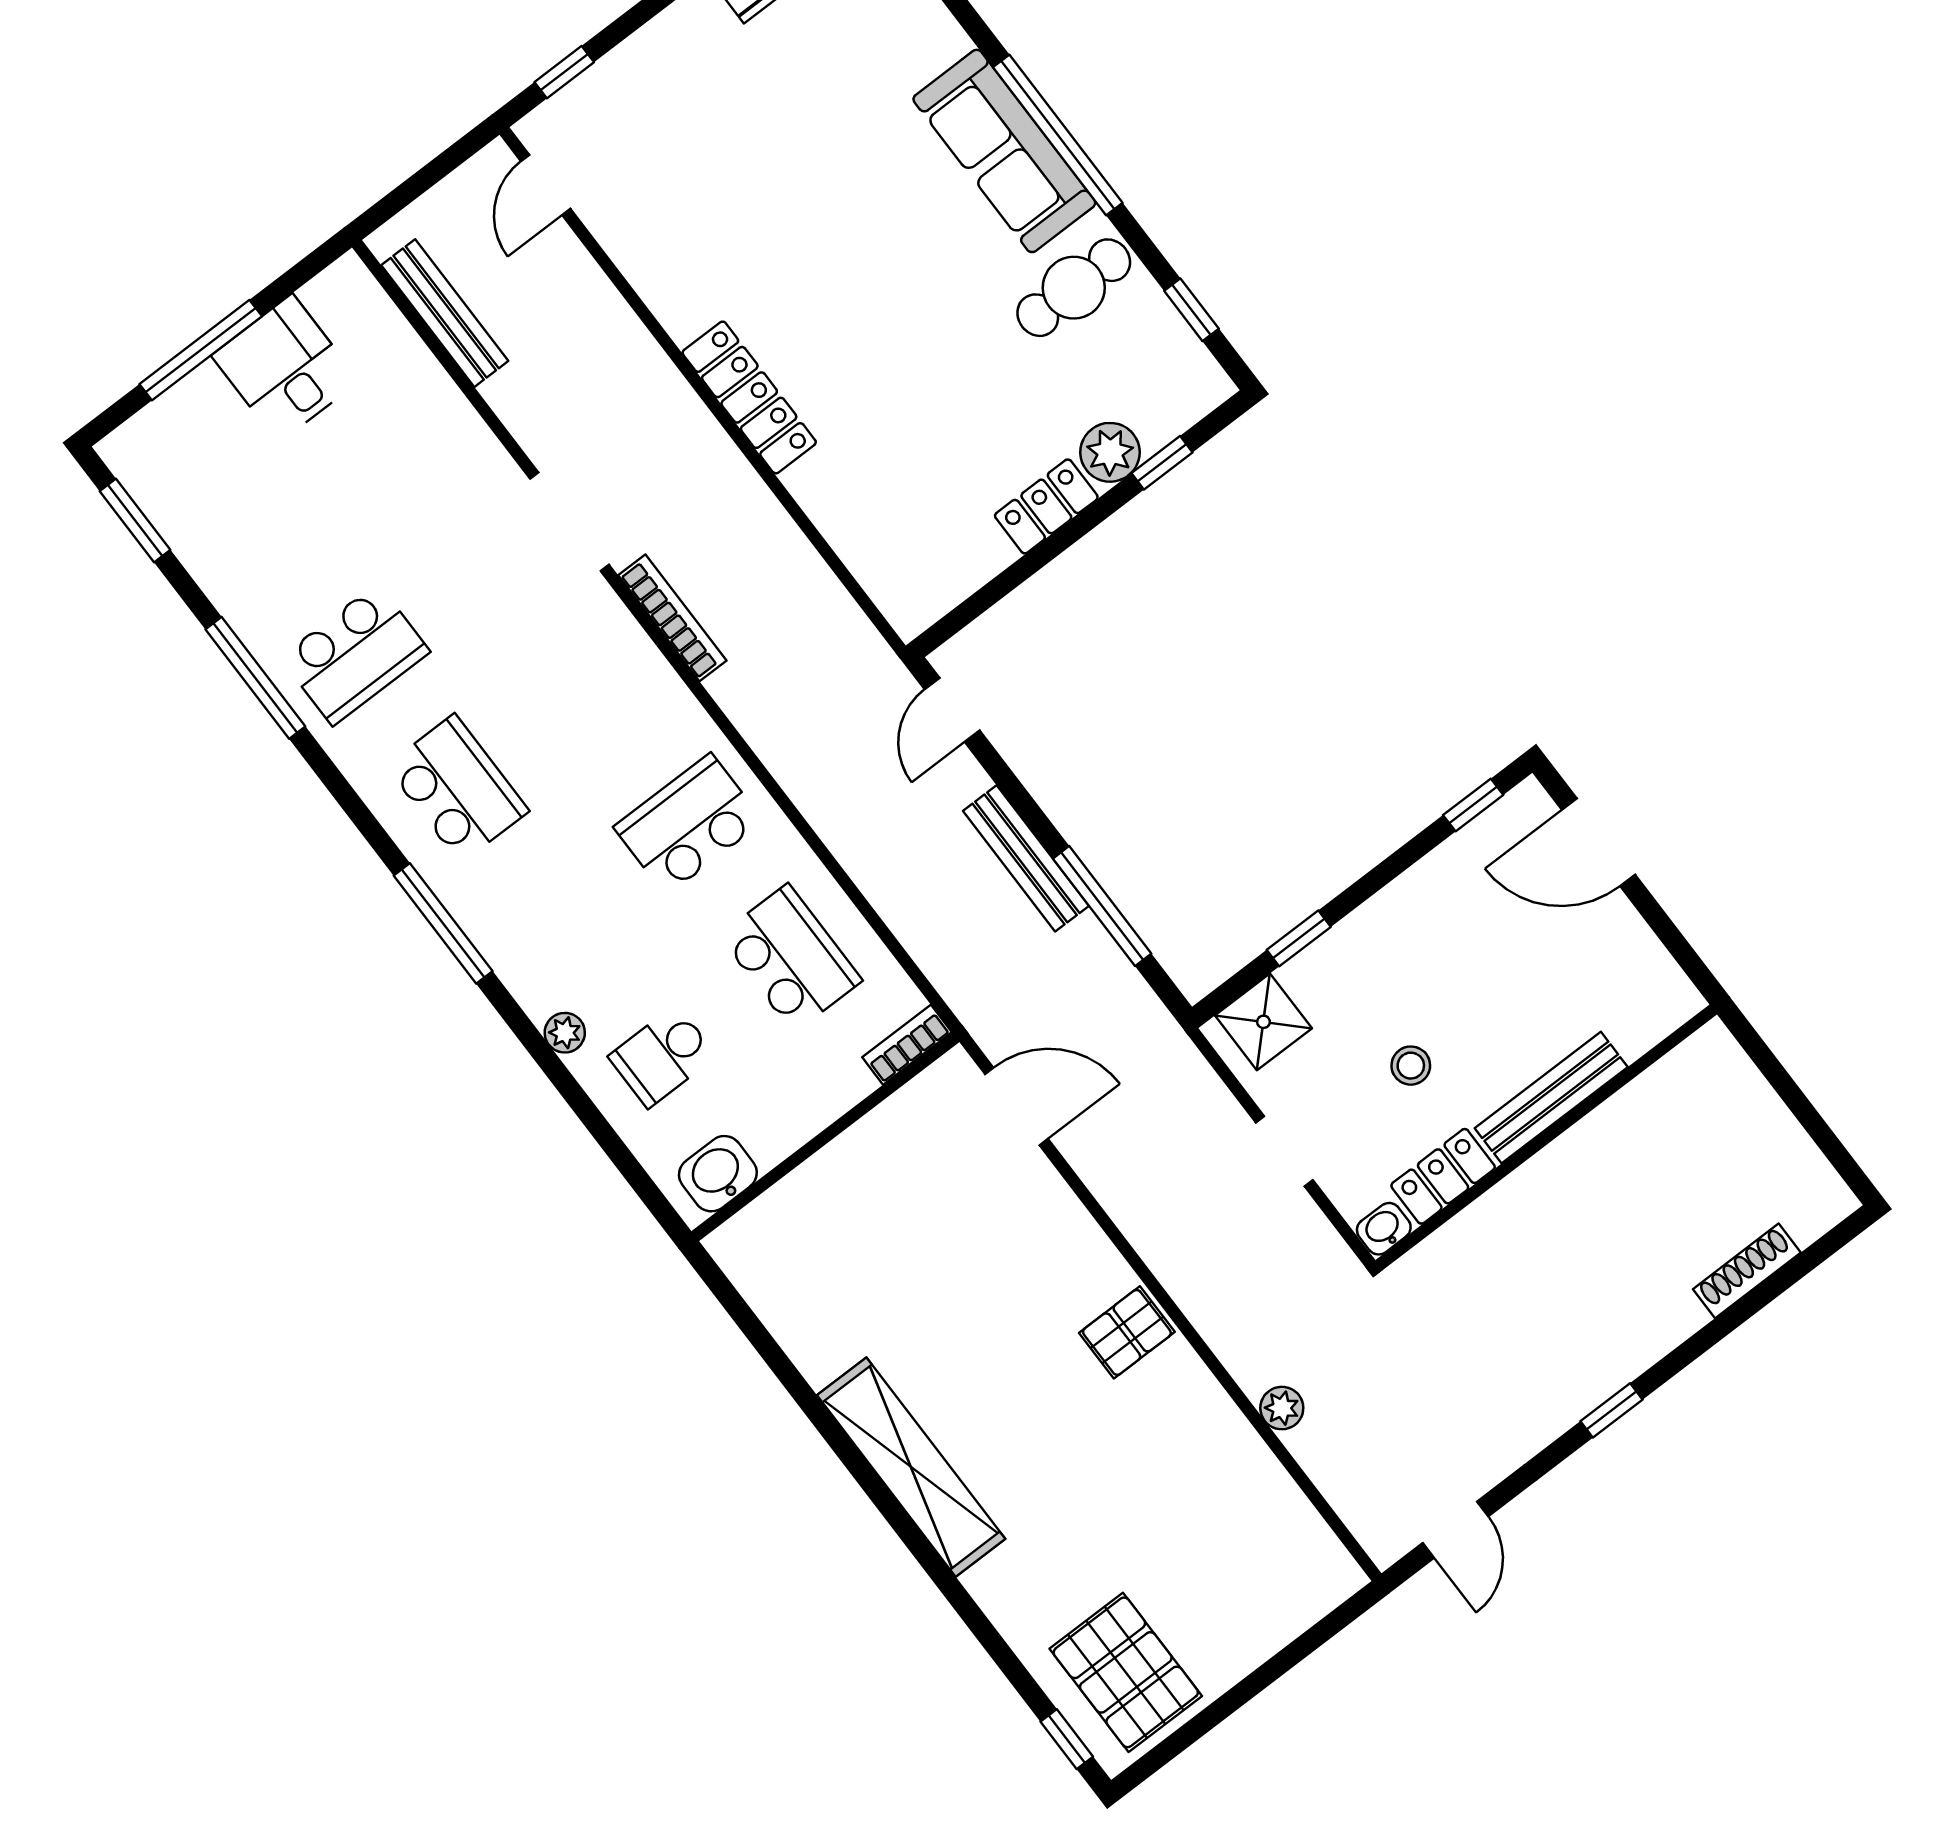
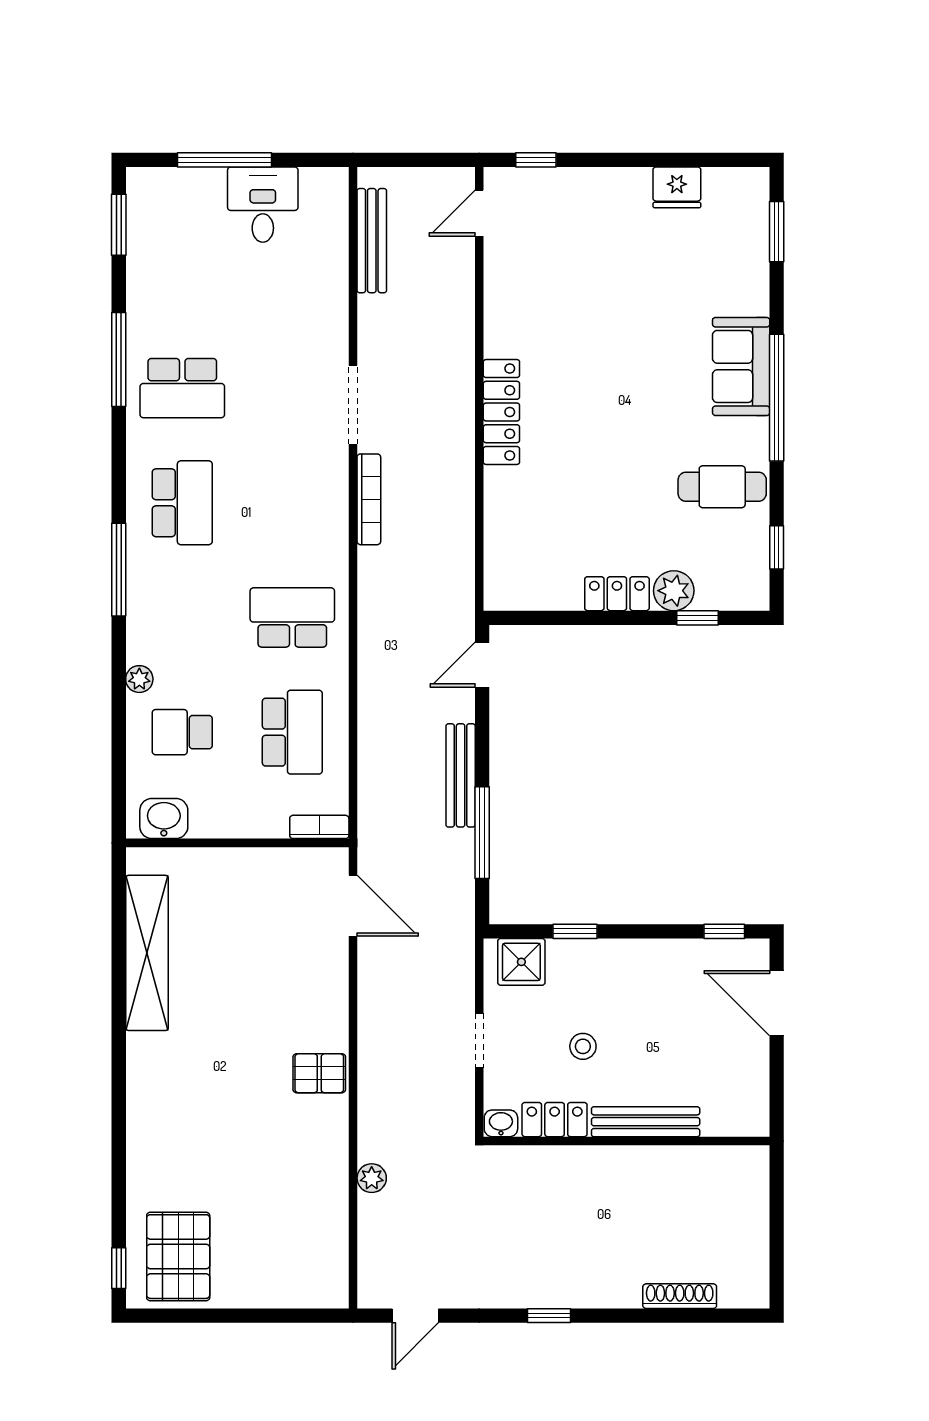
sofa: (1004, 151) -> (741, 366), width x0.73
shelving: (911, 1467) -> (147, 953), moved

